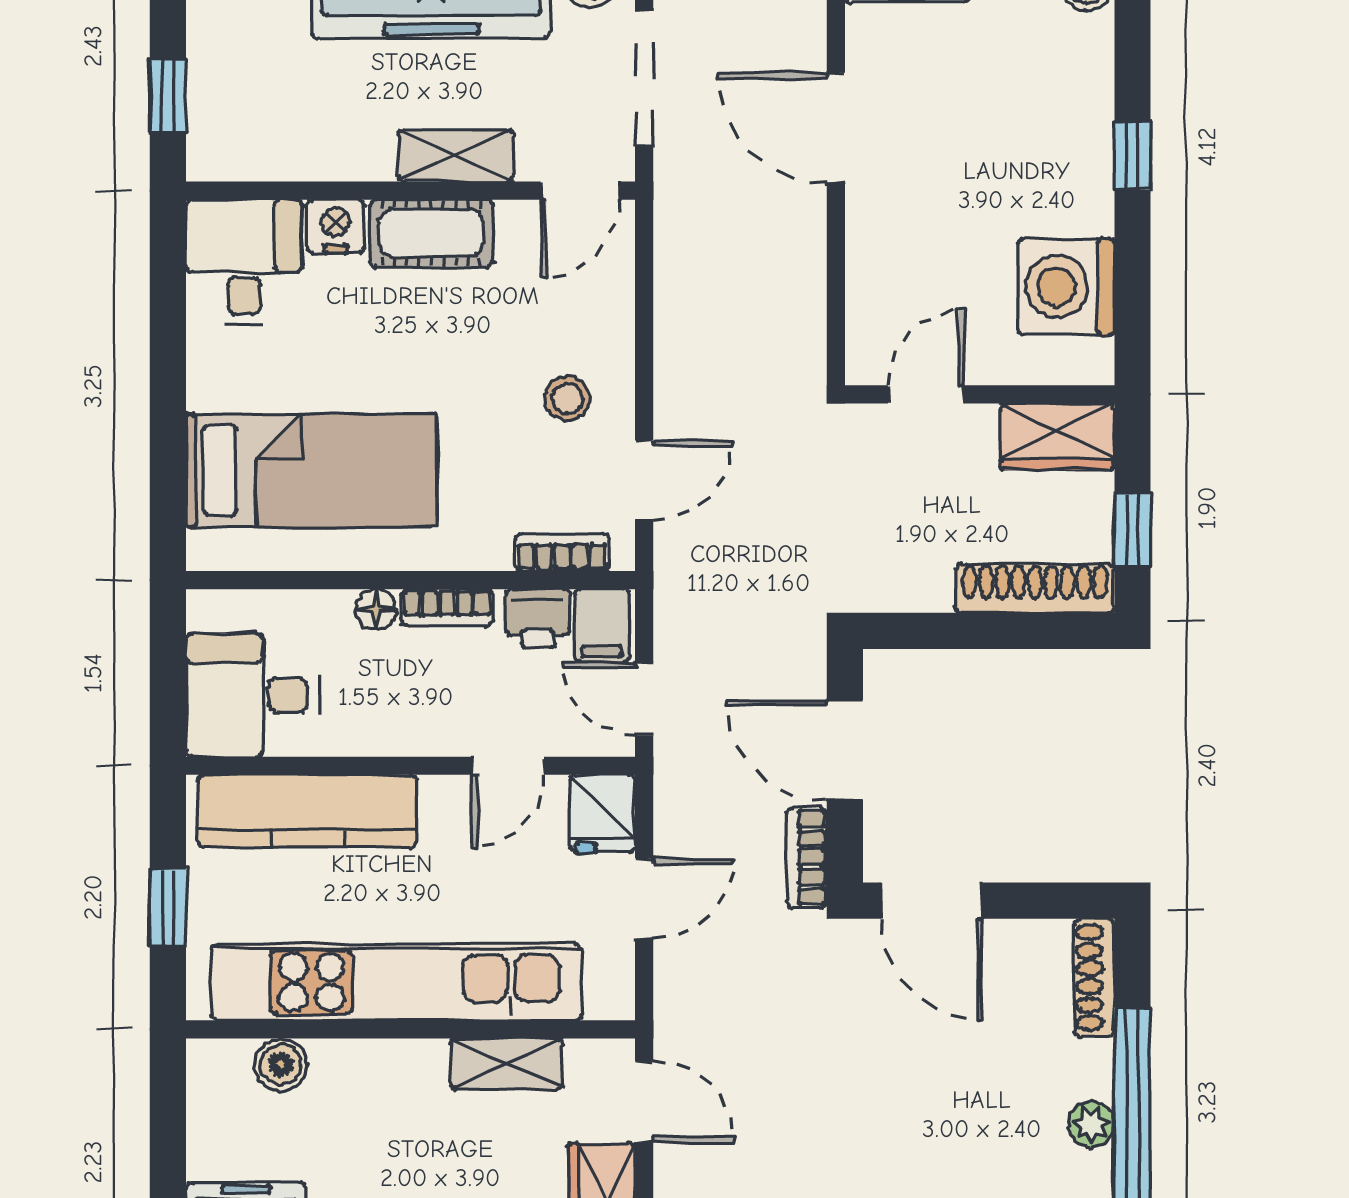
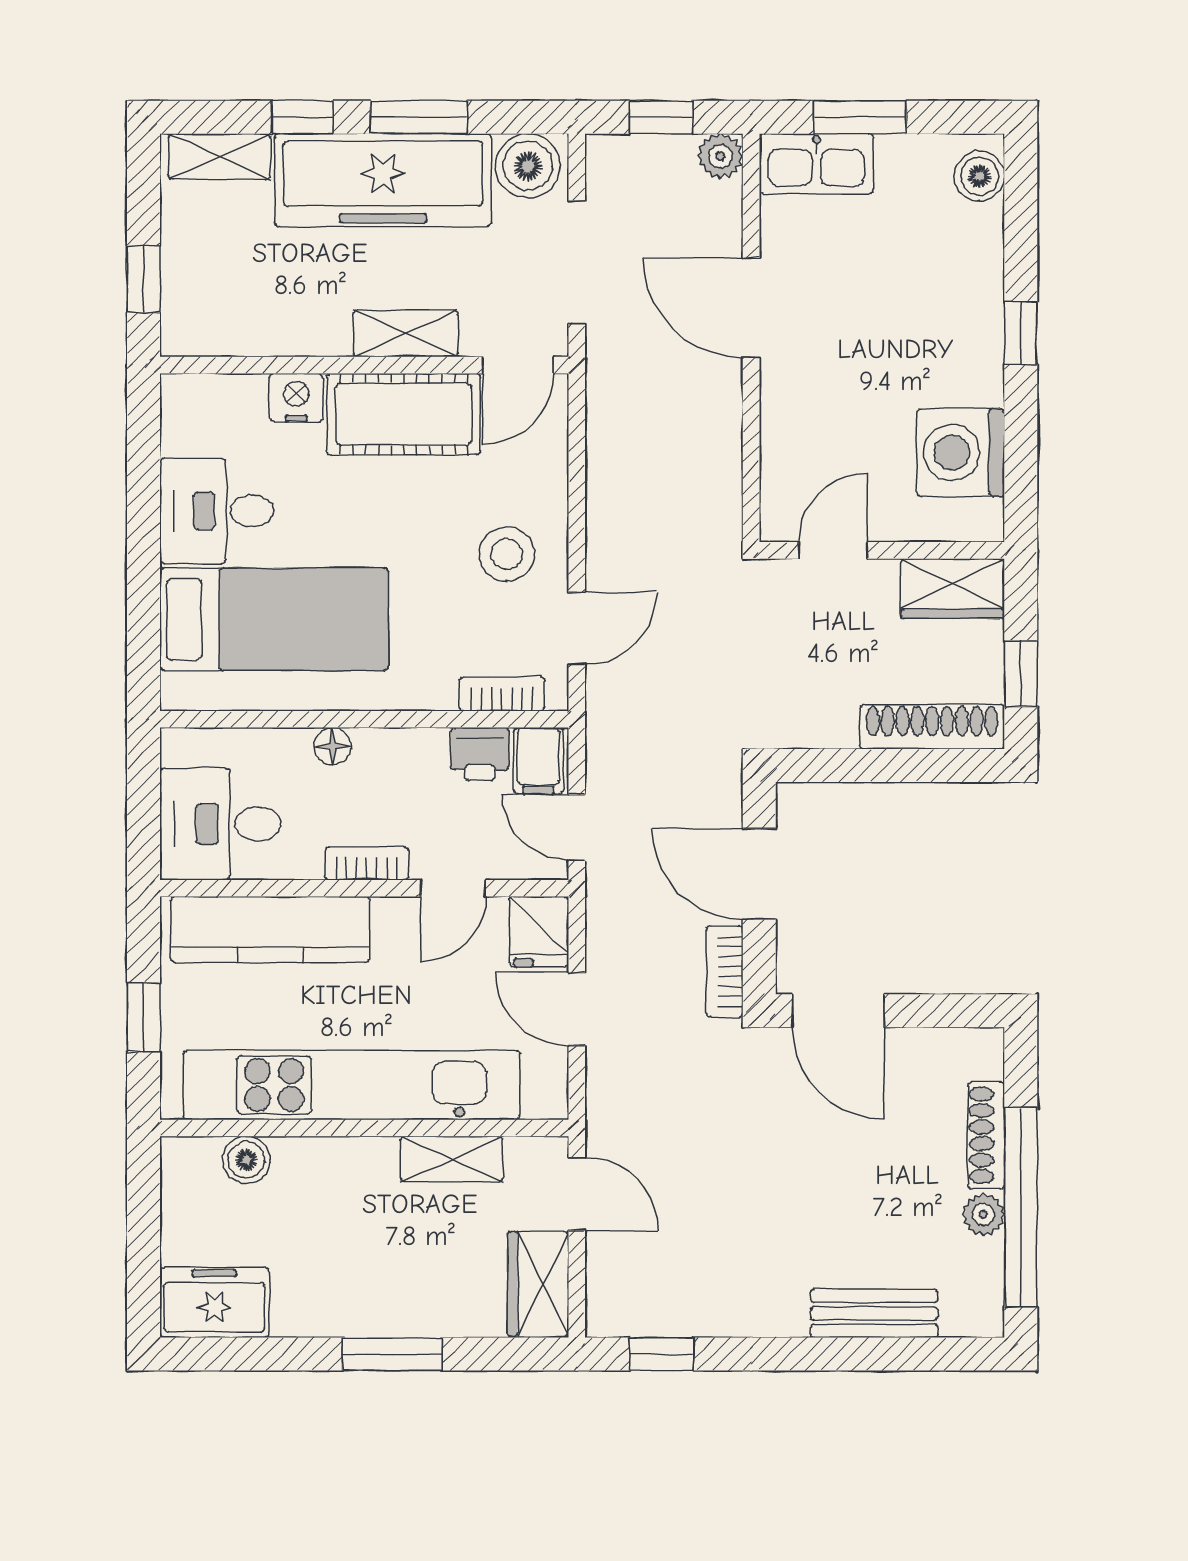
cot: (431, 233) -> (404, 414), width x1.37, depth x1.34
desk: (244, 262) -> (217, 511), moved, turned -90
stool: (567, 398) -> (507, 554), width x1.37, depth x1.37
bookcase: (447, 607) -> (367, 863), moved, turned 180
door: (644, 899) -> (577, 1009), swing flipped
shoe rack: (1094, 978) -> (986, 1135), moved

